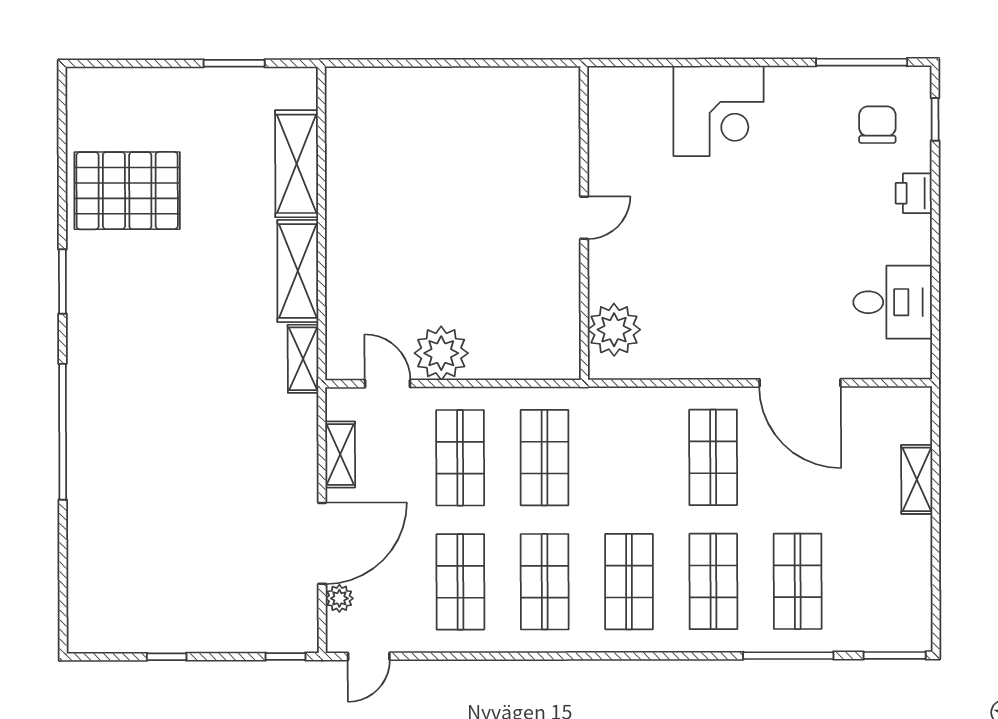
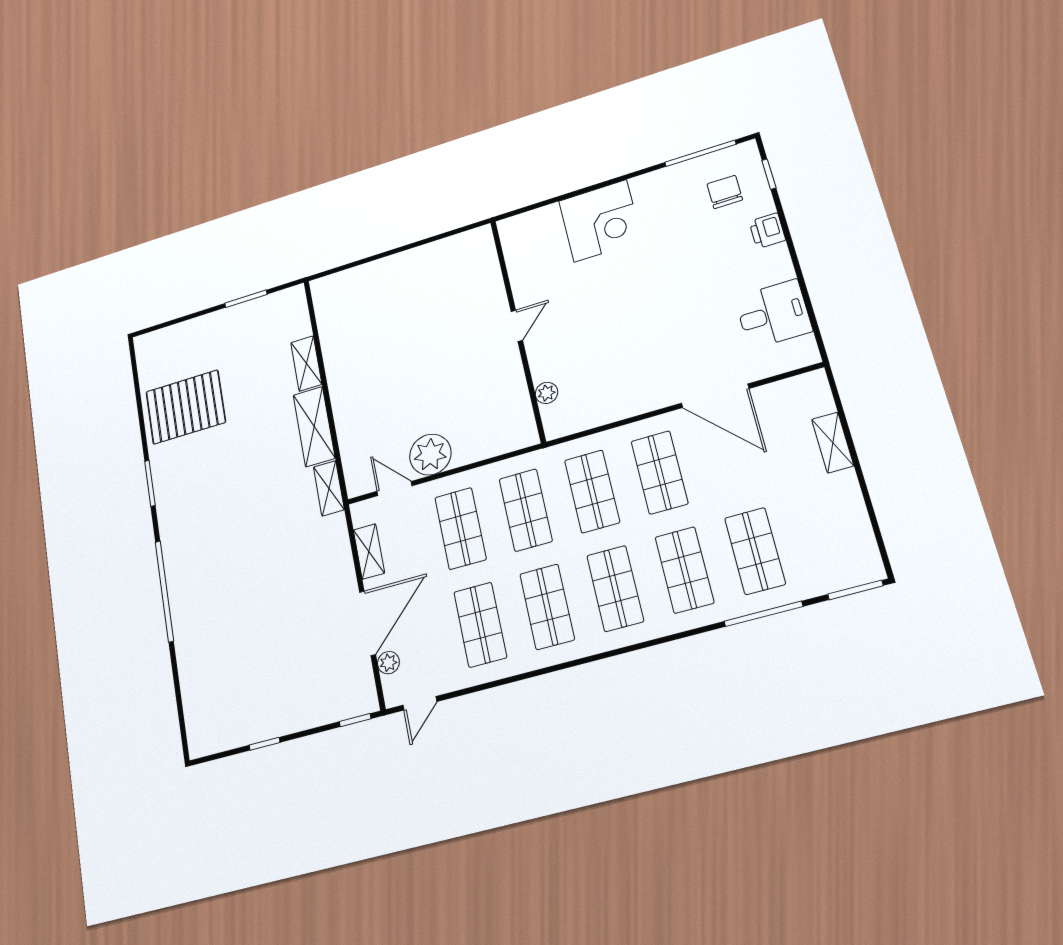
shelving: (297, 164) -> (306, 363), width x0.67, depth x0.75
plant: (614, 330) -> (546, 393), width x0.53, depth x0.53
shop shelf: (629, 457) -> (592, 491), added

